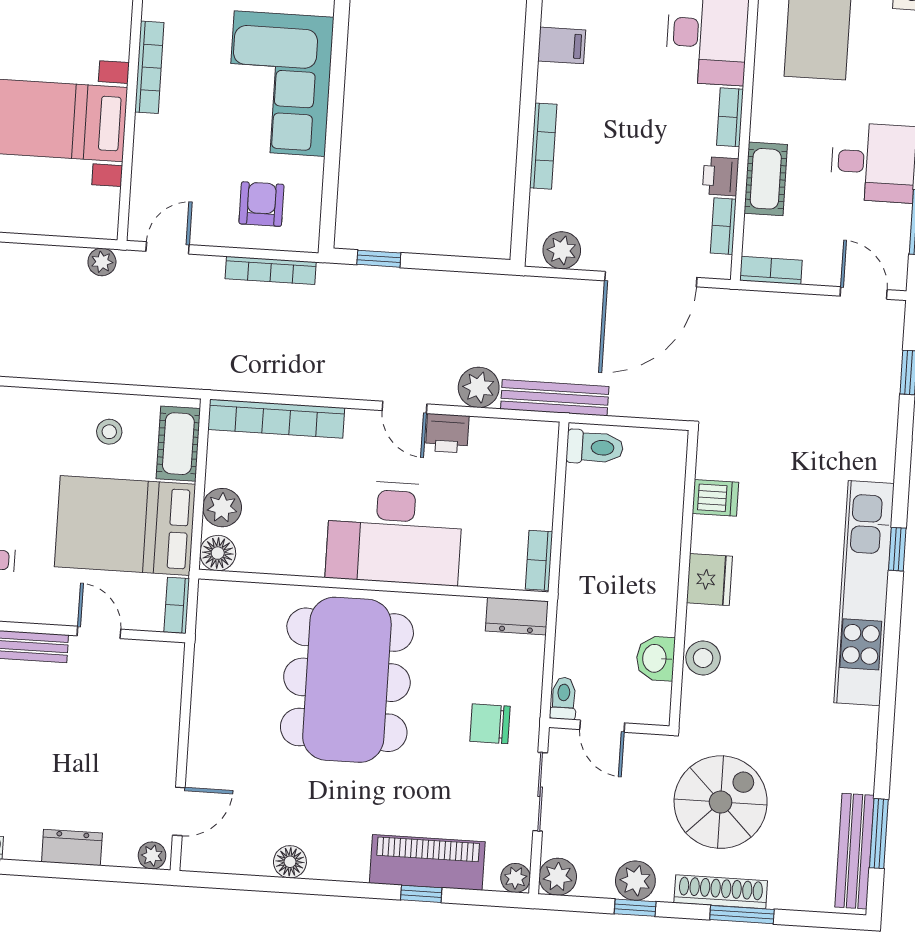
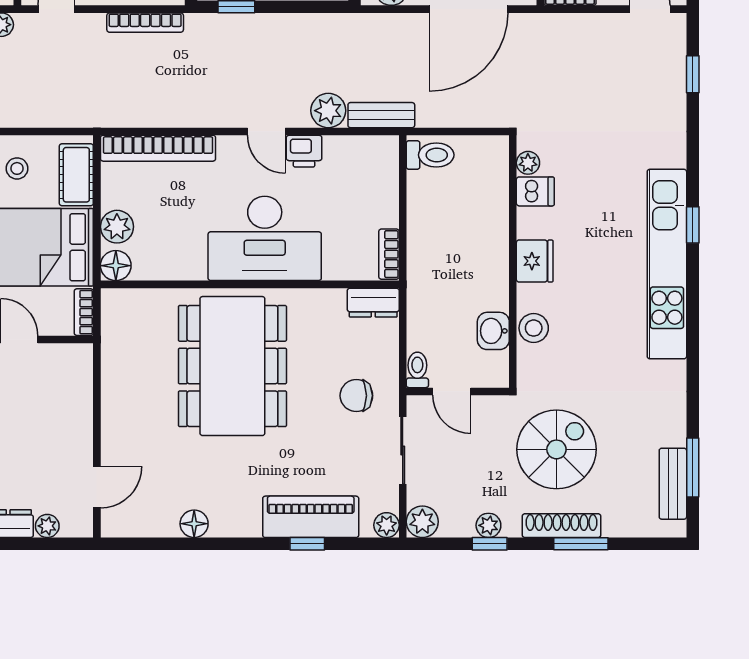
bench: (555, 398) -> (381, 115), width x0.73
plant: (709, 464) -> (528, 163), added
bench: (855, 851) -> (673, 484), width x0.73
plant: (152, 855) -> (47, 526), moved
plant: (635, 881) -> (488, 525), width x0.73, depth x0.73

